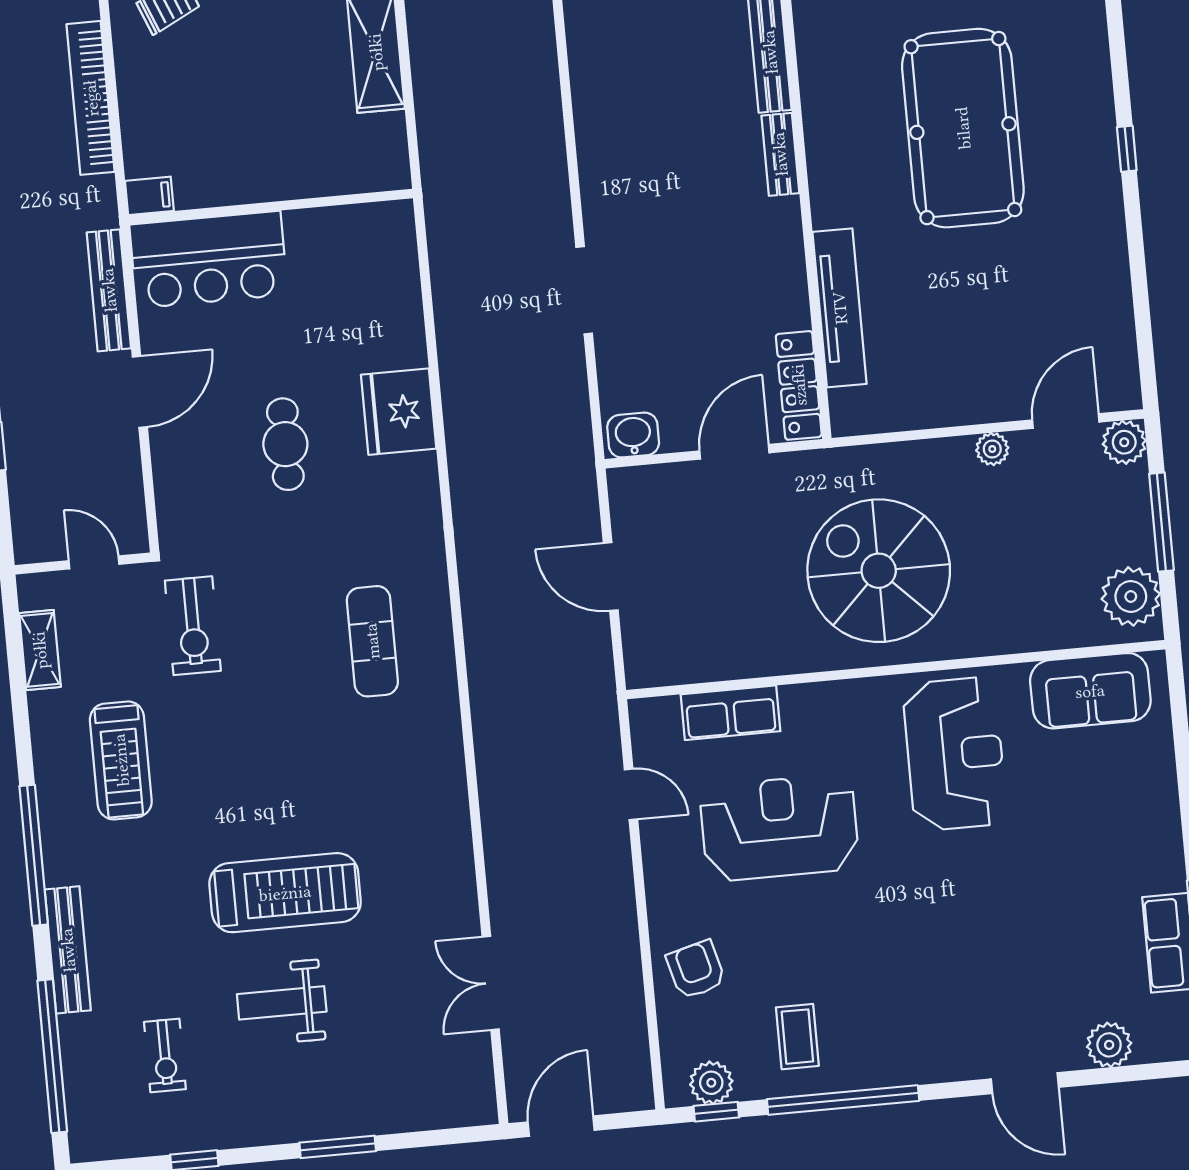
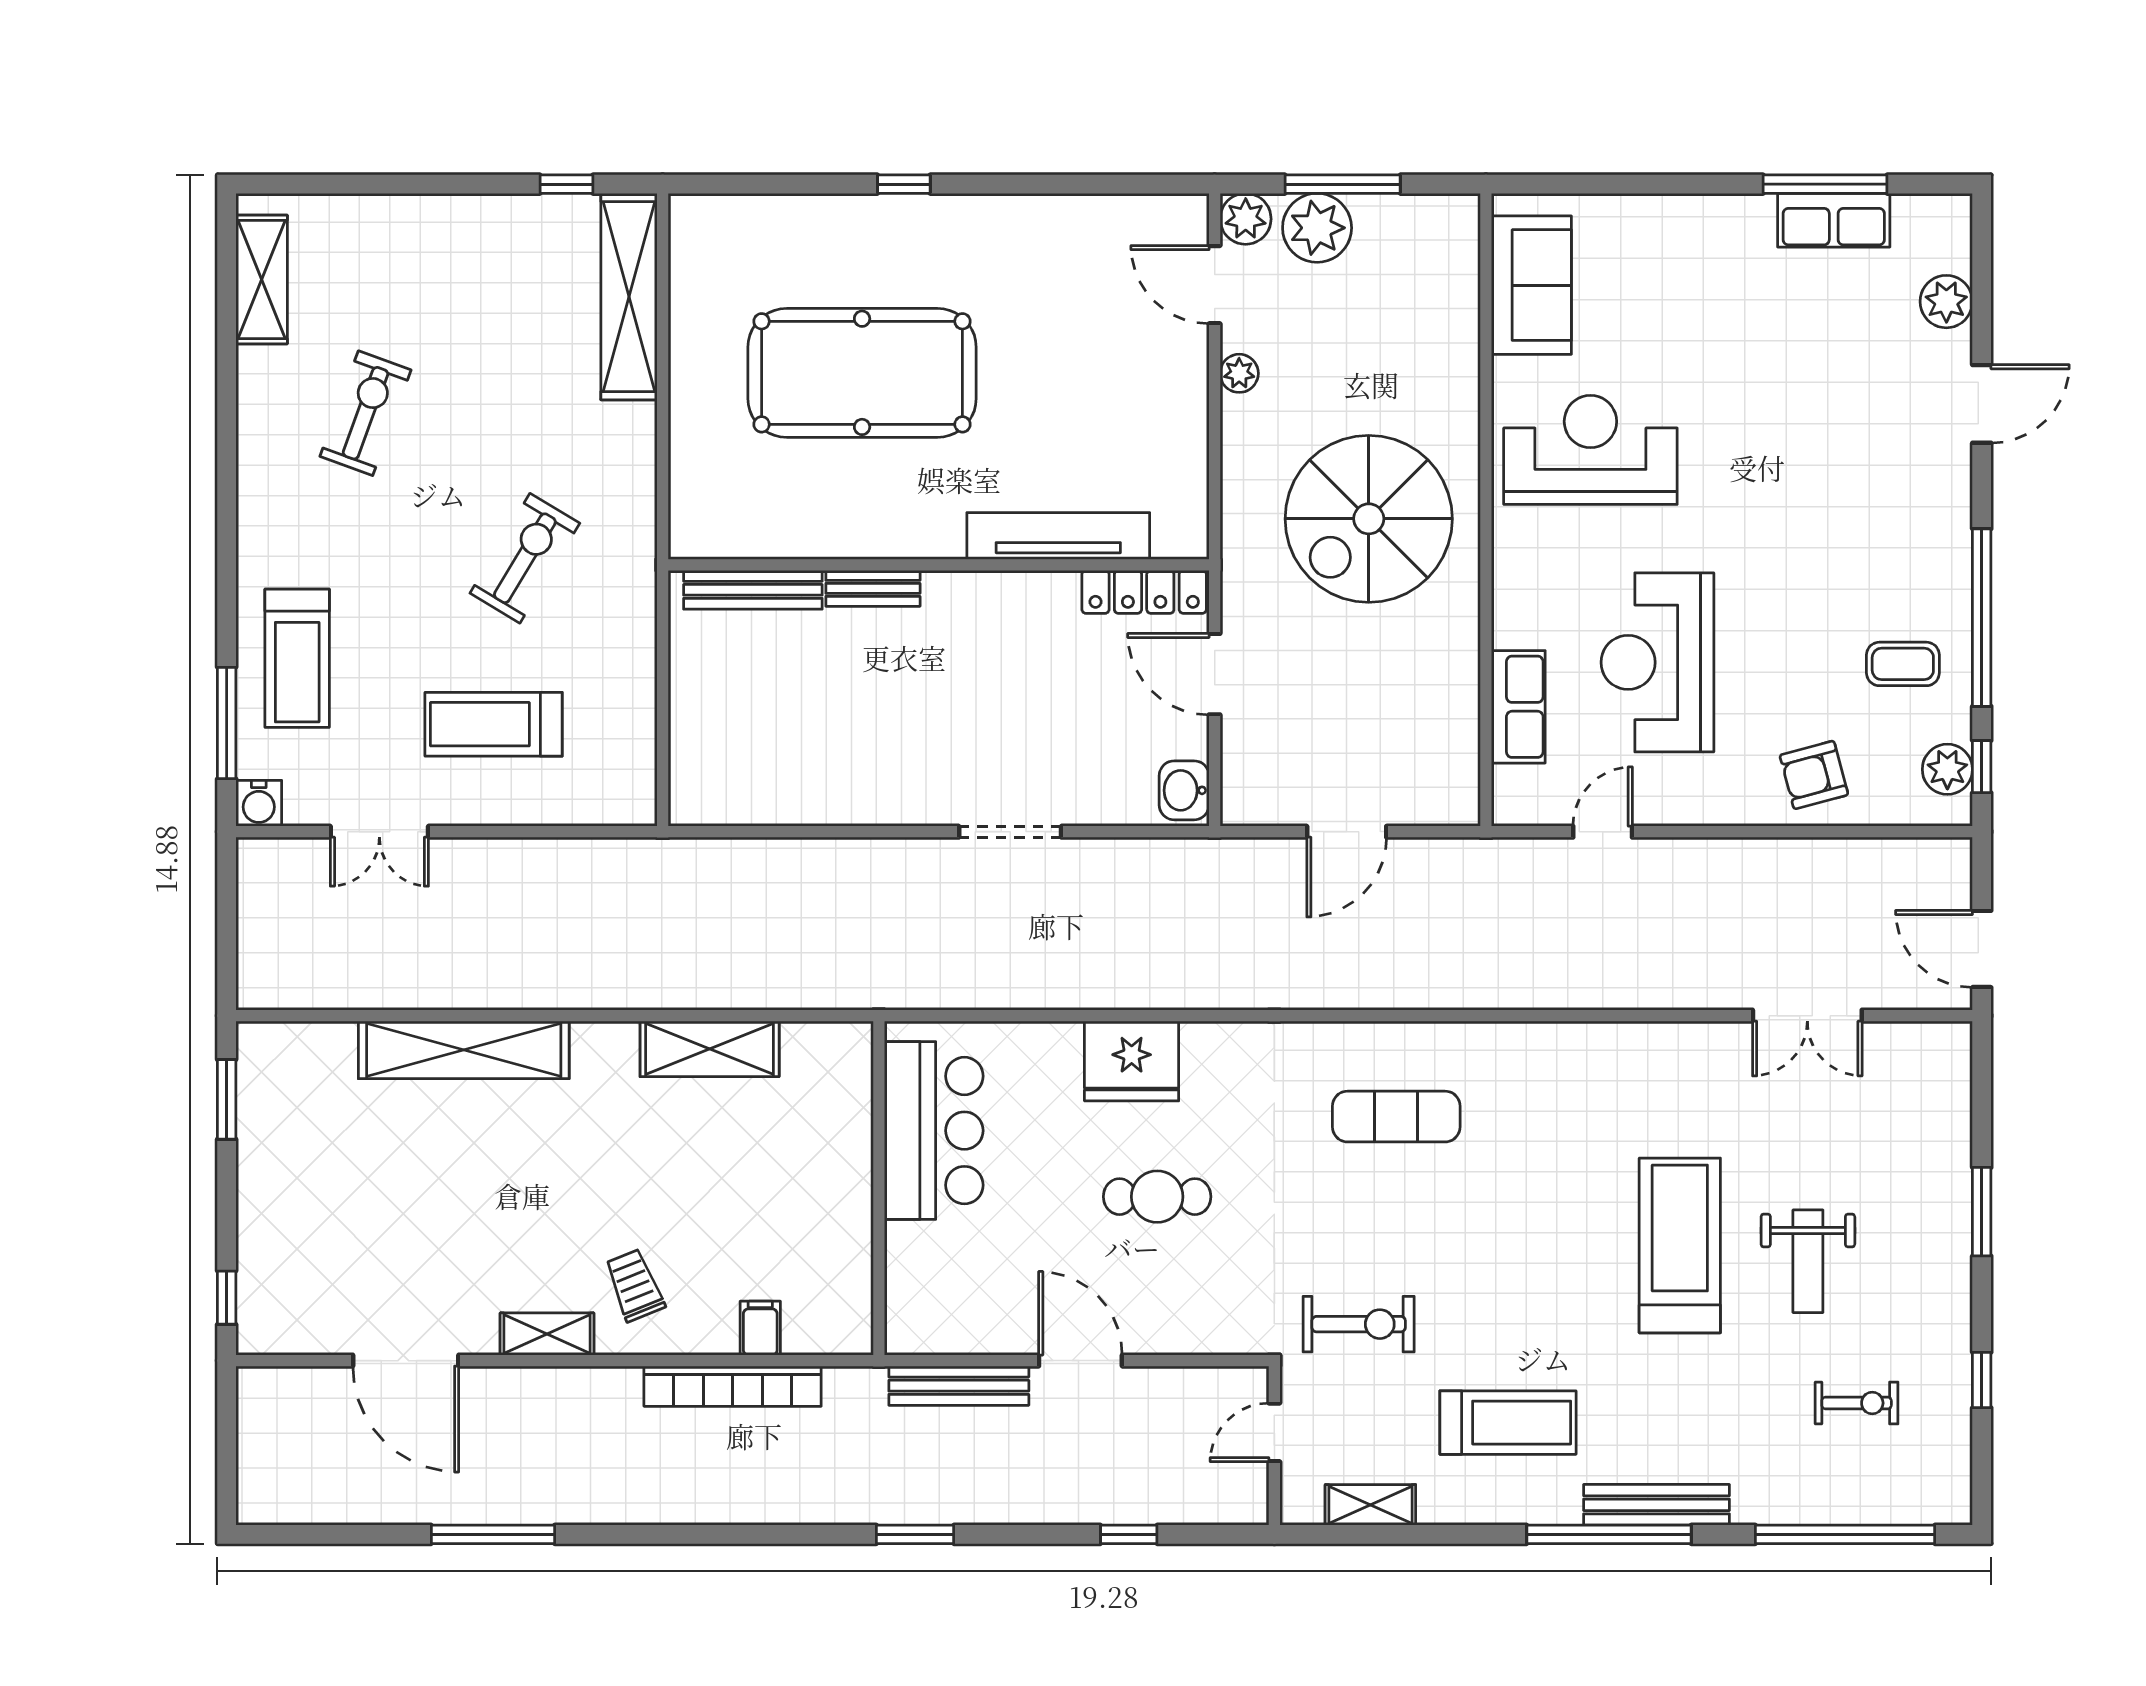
filing cabinet: (149, 196) -> (760, 1328), moved
bar counter: (209, 260) -> (934, 1131), moved
plant: (1131, 596) -> (1317, 228), moved
bench: (68, 950) -> (1657, 1505), moved

